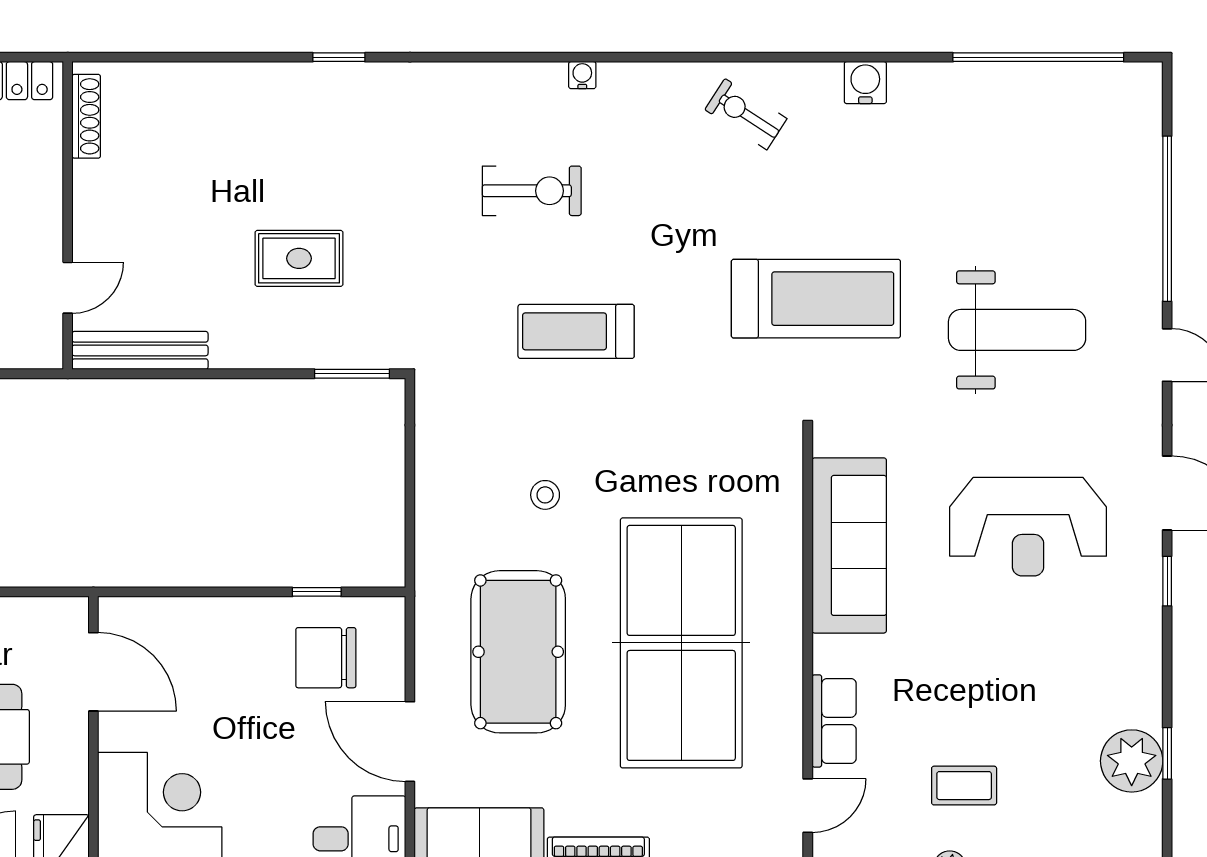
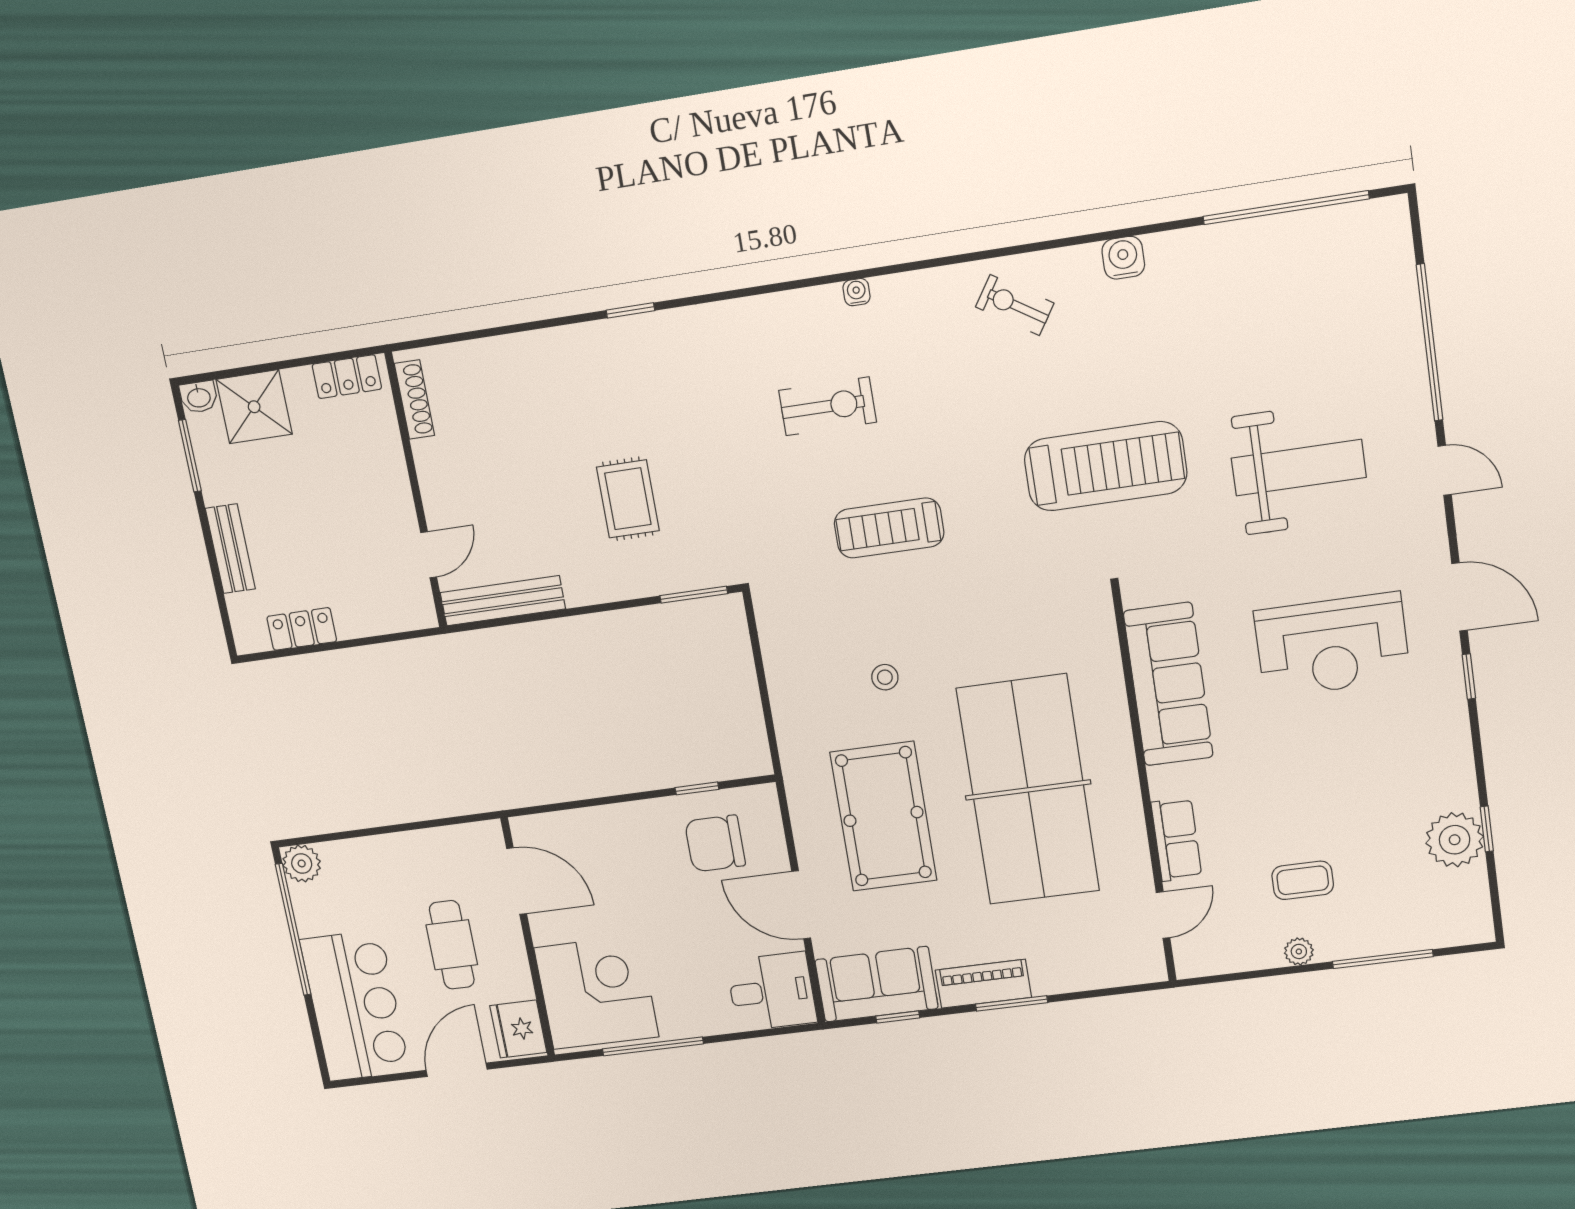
rug: (299, 258) -> (628, 499), turned 90

